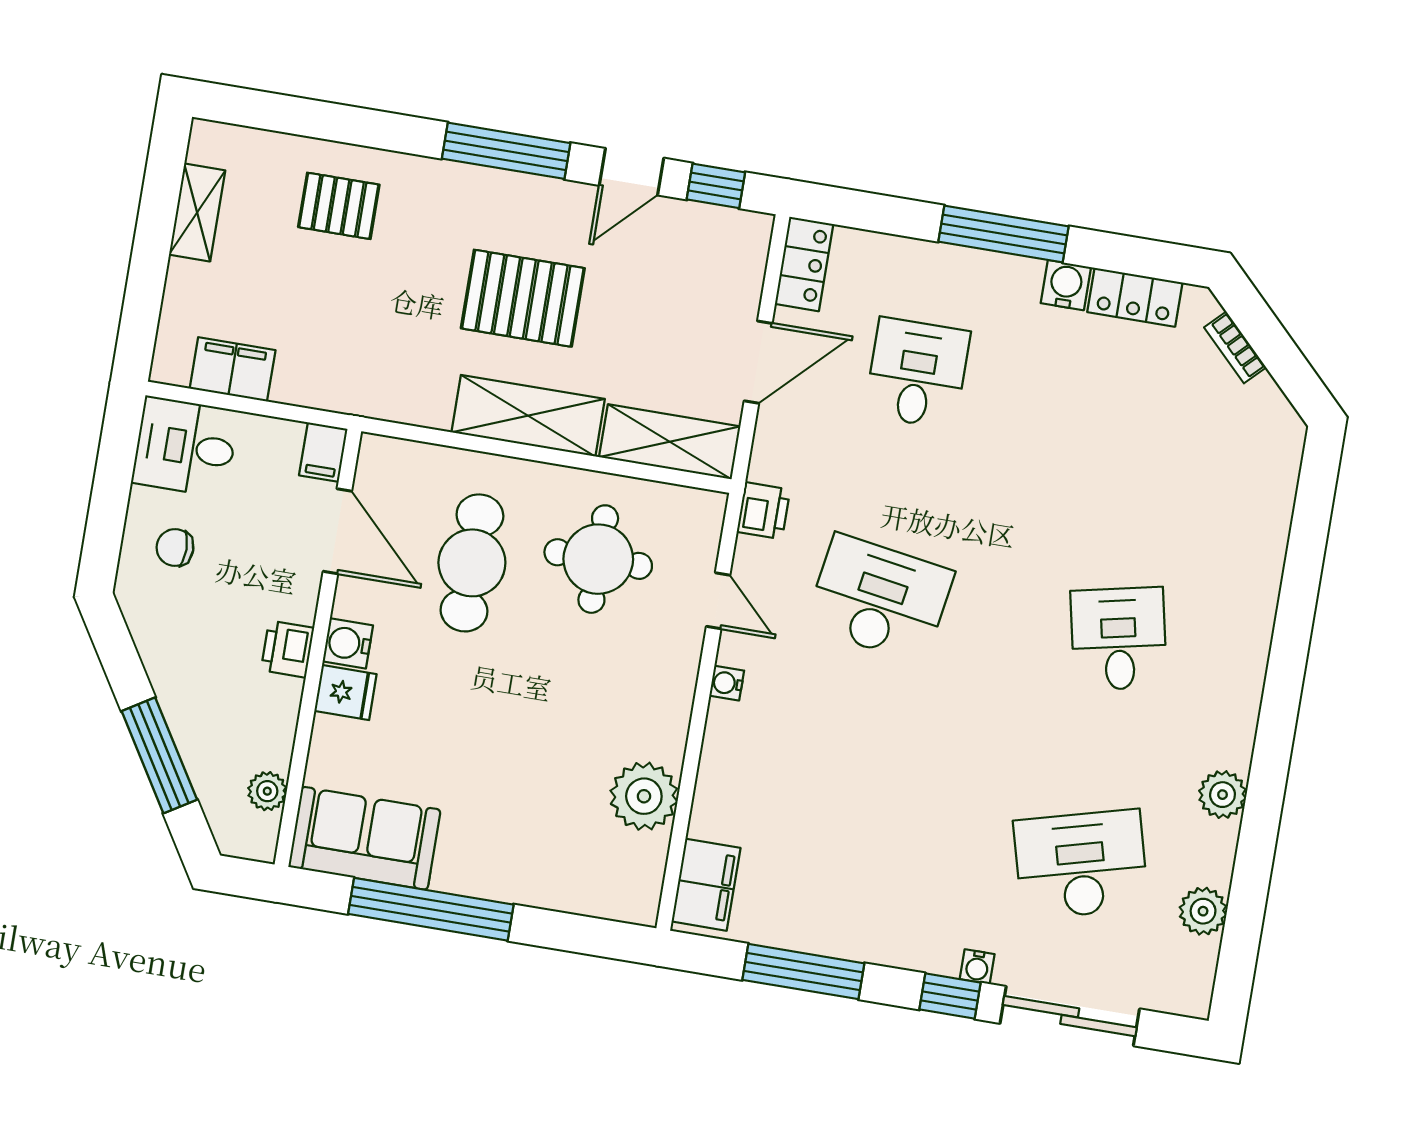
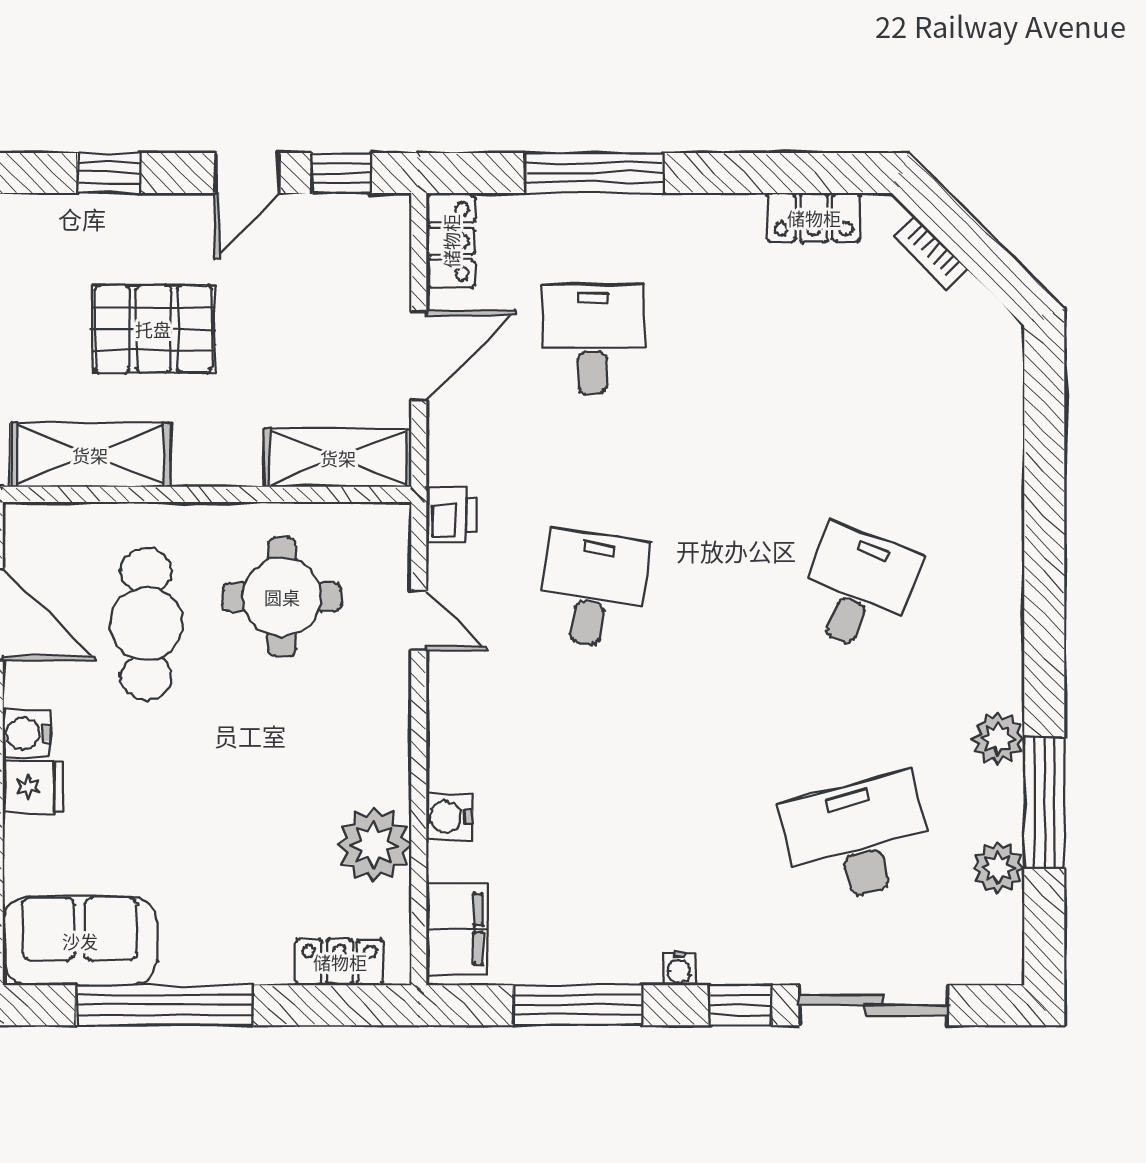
window: (506, 151) -> (109, 173), width x0.46
window: (1004, 234) -> (594, 173), moved
water cooler: (1066, 285) -> (737, 217), removed
shelving: (528, 416) -> (90, 455), moved
desk: (879, 599) -> (592, 589), width x0.73
desk: (1119, 639) -> (858, 589), turned 33
water cooler: (727, 683) -> (449, 817), moved, width x1.38, depth x1.38
window: (1254, 860) -> (1044, 803), added
locker: (595, 897) -> (340, 962), added
water cooler: (977, 967) -> (679, 969), moved

